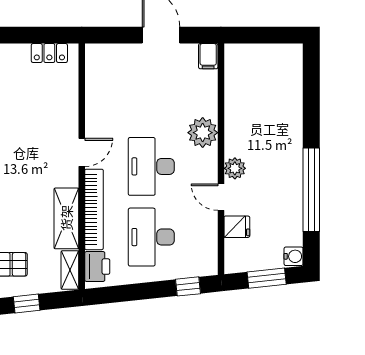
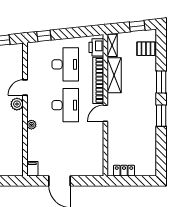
plant: (203, 133) -> (31, 125), width x0.53, depth x0.53
door: (221, 197) -> (25, 87), swing flipped
fridge: (237, 227) -> (16, 70), removed

